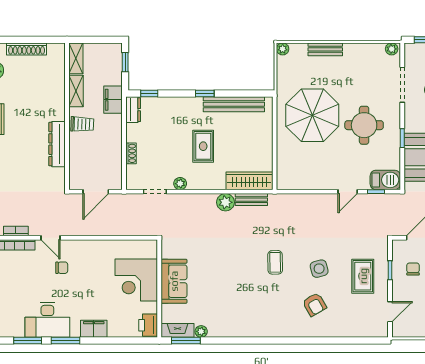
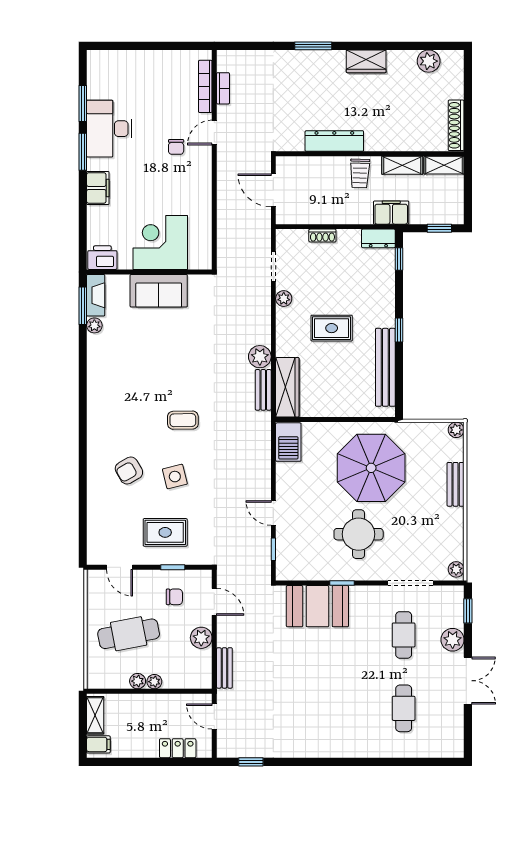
shoe rack: (27, 49) -> (456, 125), moved
barbecue: (385, 180) -> (288, 442), moved

